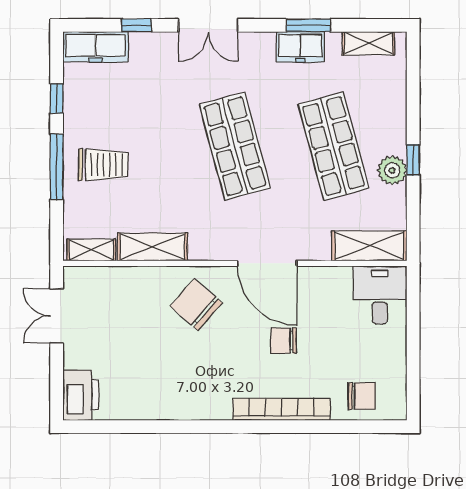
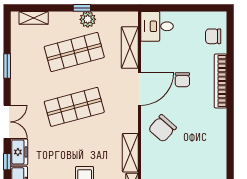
shelving: (368, 43) -> (34, 18), moved, turned 90
freezer: (300, 47) -> (19, 152), moved
shelving: (369, 246) -> (130, 48), moved
chair: (362, 396) -> (213, 36), turned -90

